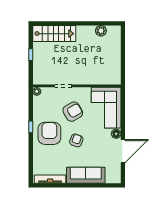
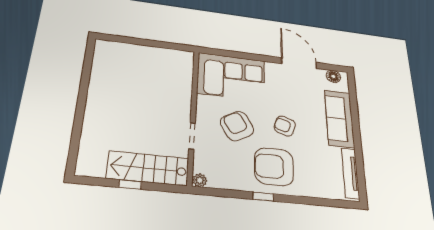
plant: (101, 31) -> (100, 68), removed
stairs: (54, 34) -> (148, 168), moved, turned -90
floor lamp: (116, 134) -> (333, 76), moved

